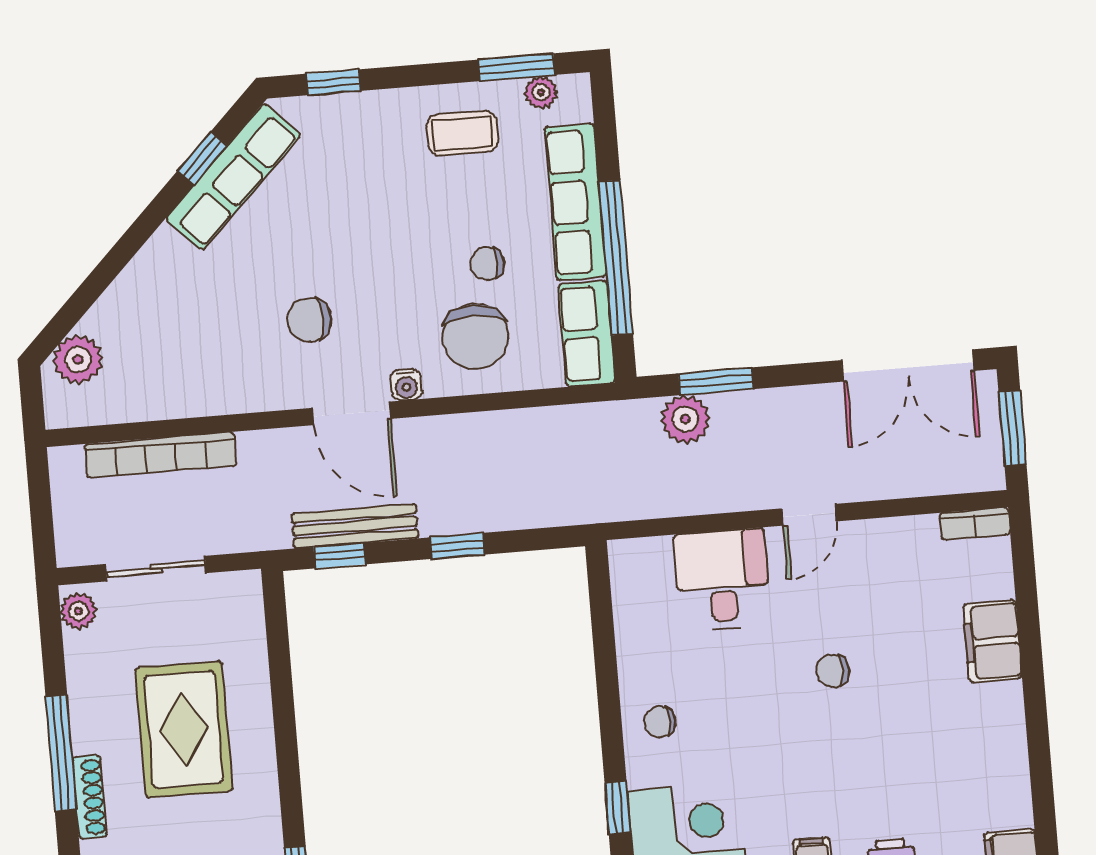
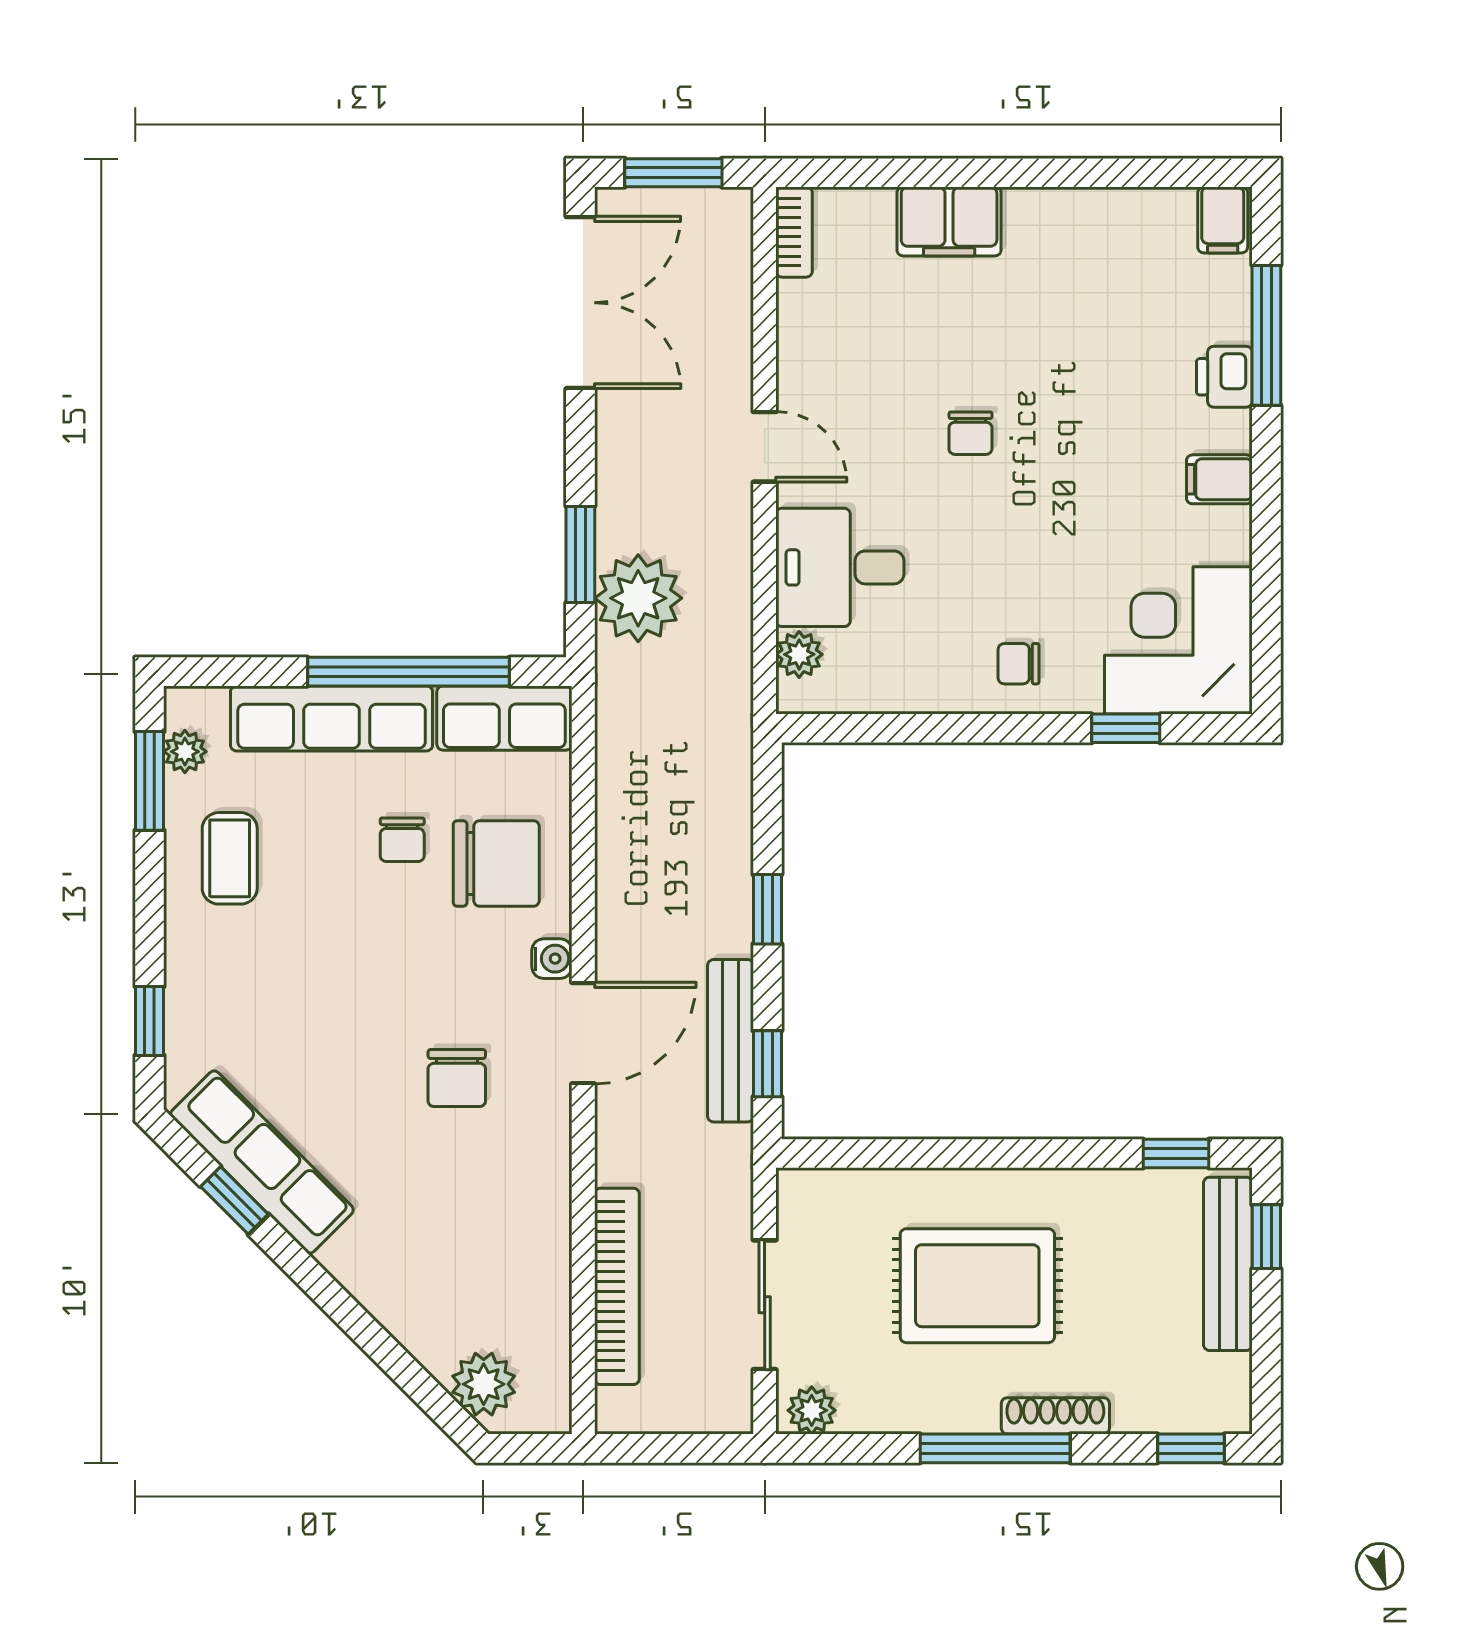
plant: (685, 419) -> (638, 598), width x1.36, depth x1.36
plant: (653, 554) -> (799, 654), added
chair: (660, 722) -> (1019, 664), turned 90

